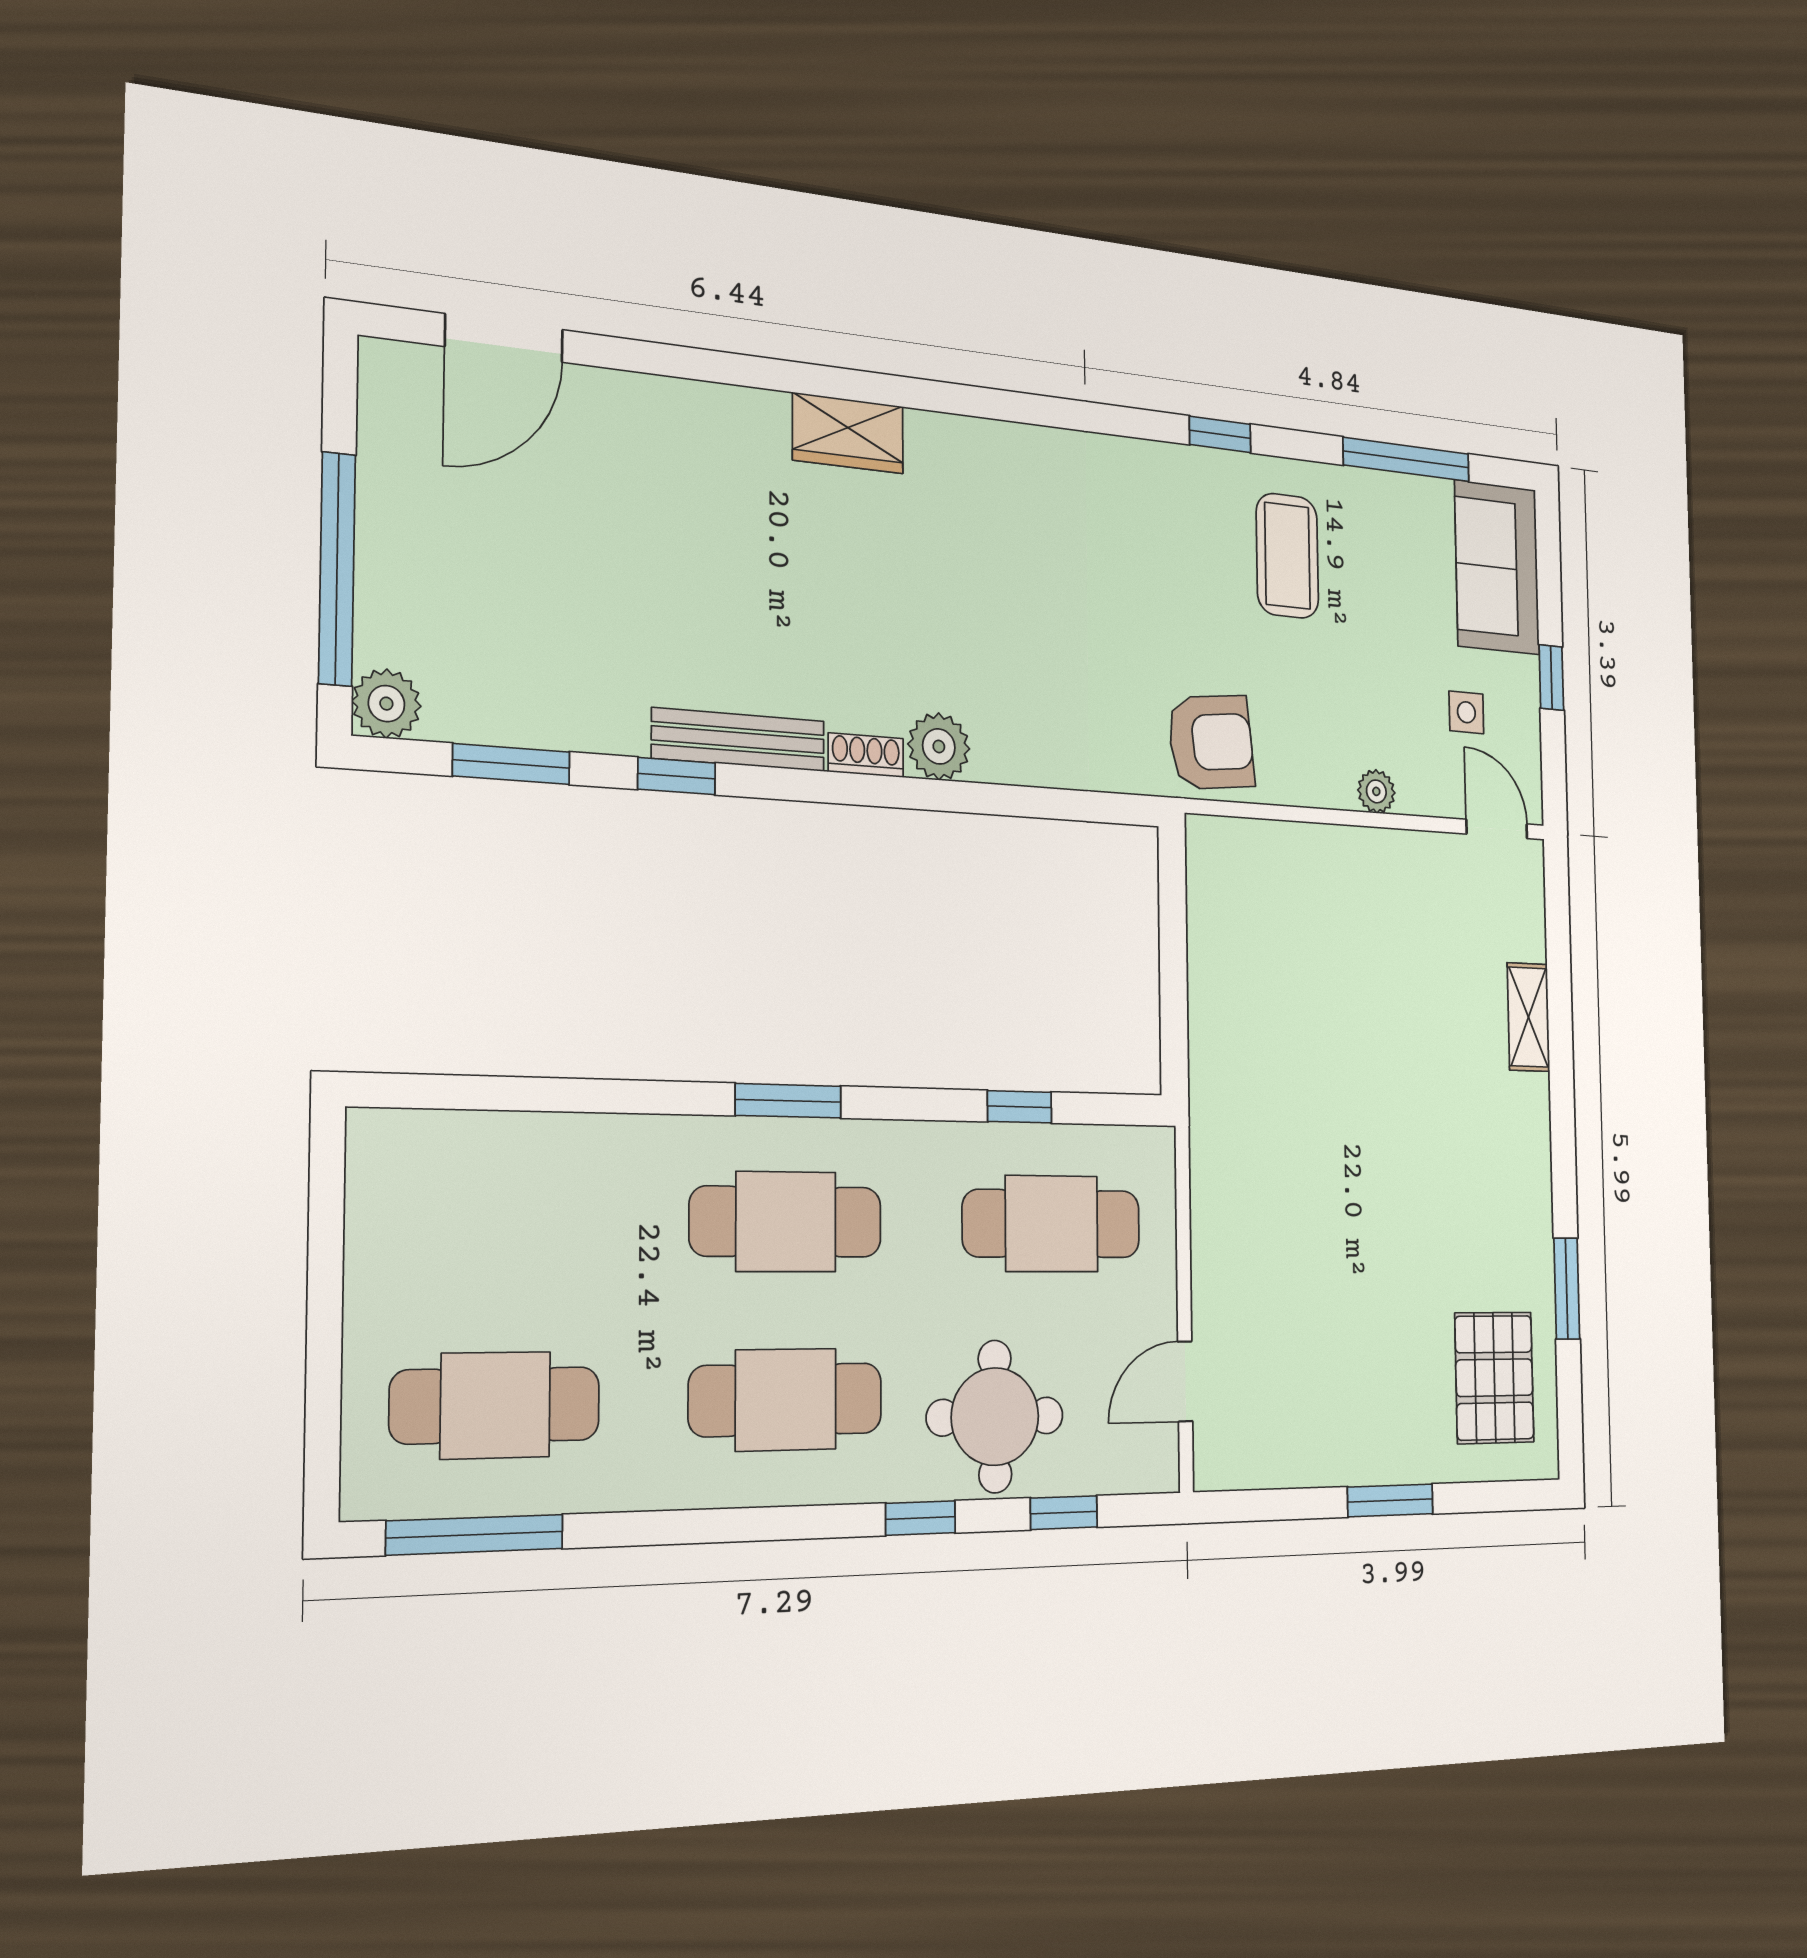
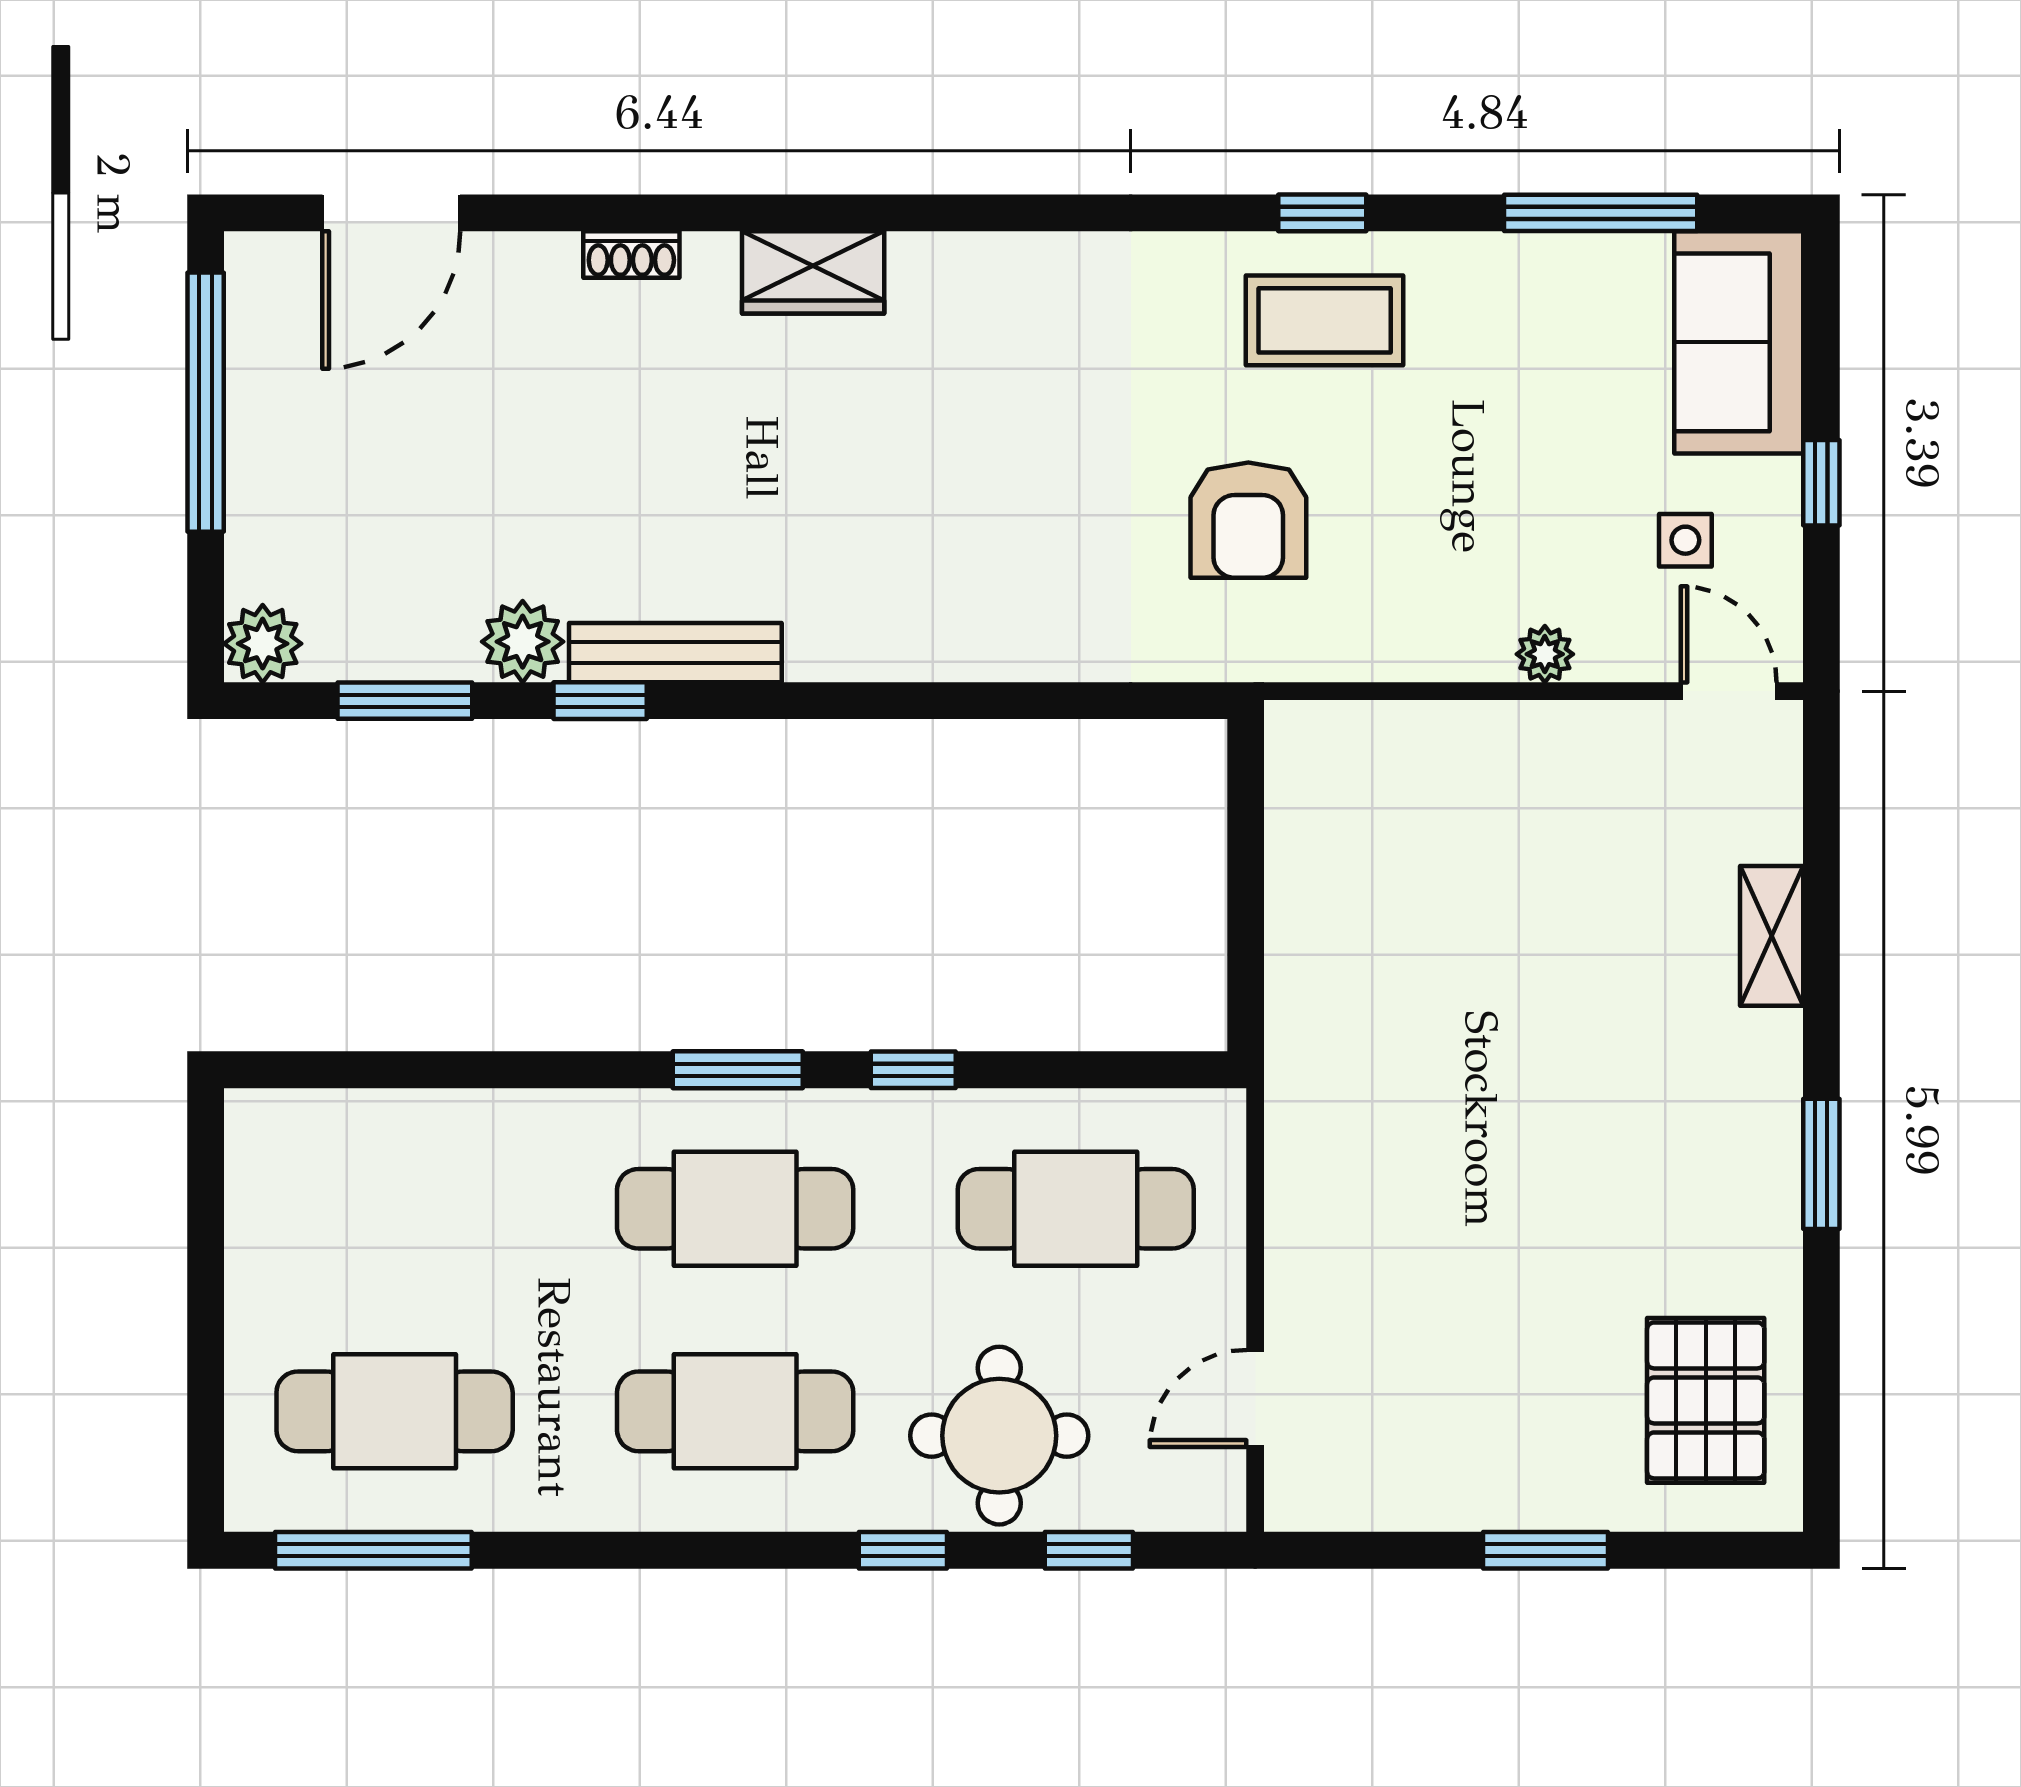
coffee table: (1287, 556) -> (1325, 320), moved, turned 90
window: (337, 569) -> (206, 402), moved
armchair: (1211, 742) -> (1248, 520), moved, turned 96
plant: (939, 746) -> (523, 642), moved
shoe rack: (866, 755) -> (631, 254), moved, turned 180
window: (1019, 1107) -> (913, 1070), moved
window: (1567, 1289) -> (1821, 1164), moved

